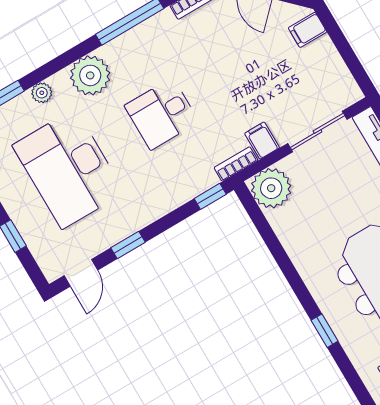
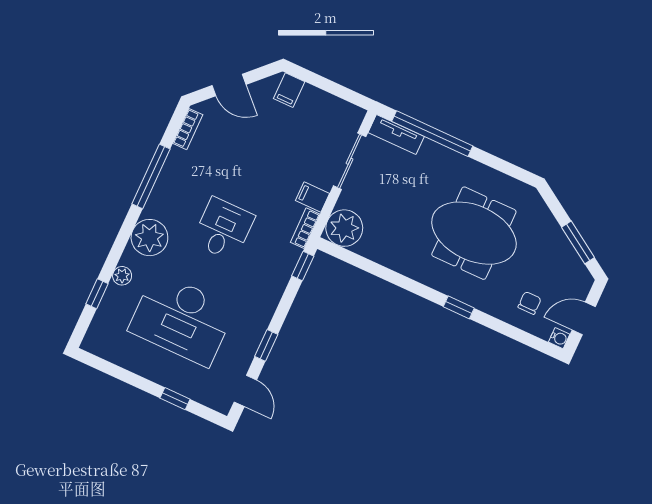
desk: (162, 114) -> (223, 229), turned 180

